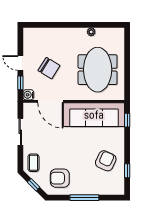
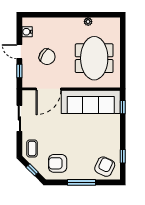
water cooler: (28, 95) -> (27, 32), moved
door: (50, 101) -> (48, 89), hinge flipped
armchair: (106, 161) -> (105, 167), moved

